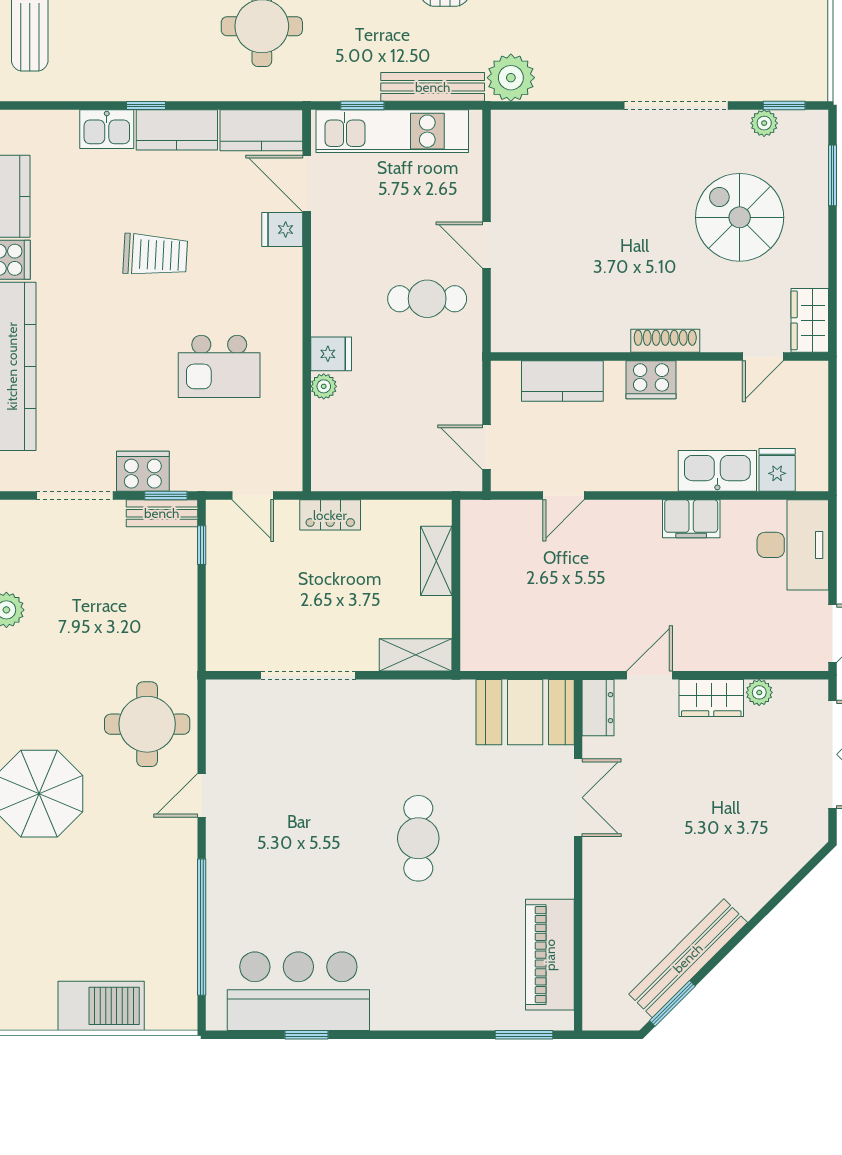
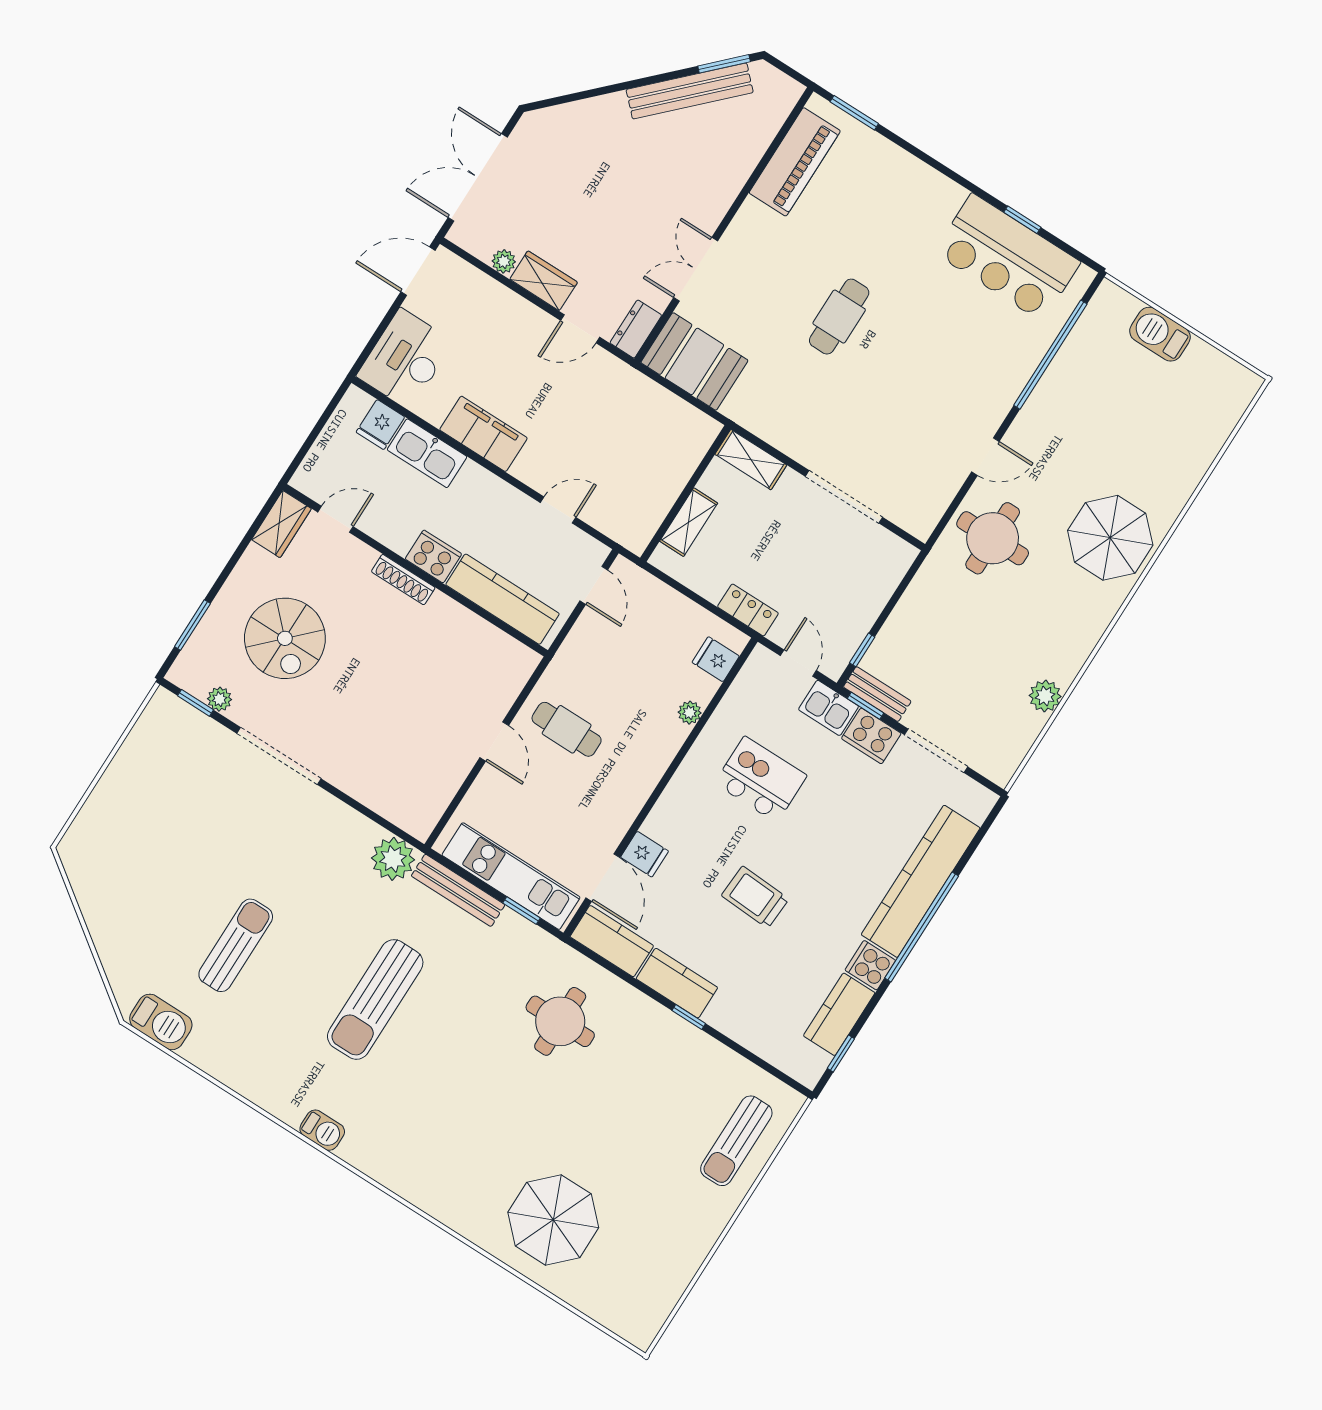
kitchen sink: (107, 129) -> (829, 708), moved, turned 180
fridge: (331, 354) -> (716, 659), moved
kitchen counter: (562, 381) -> (502, 599), width x1.50
filing cabinet: (691, 519) -> (483, 434), width x1.50, depth x1.17
barbecue: (101, 1006) -> (1160, 334), width x0.73, depth x0.83

